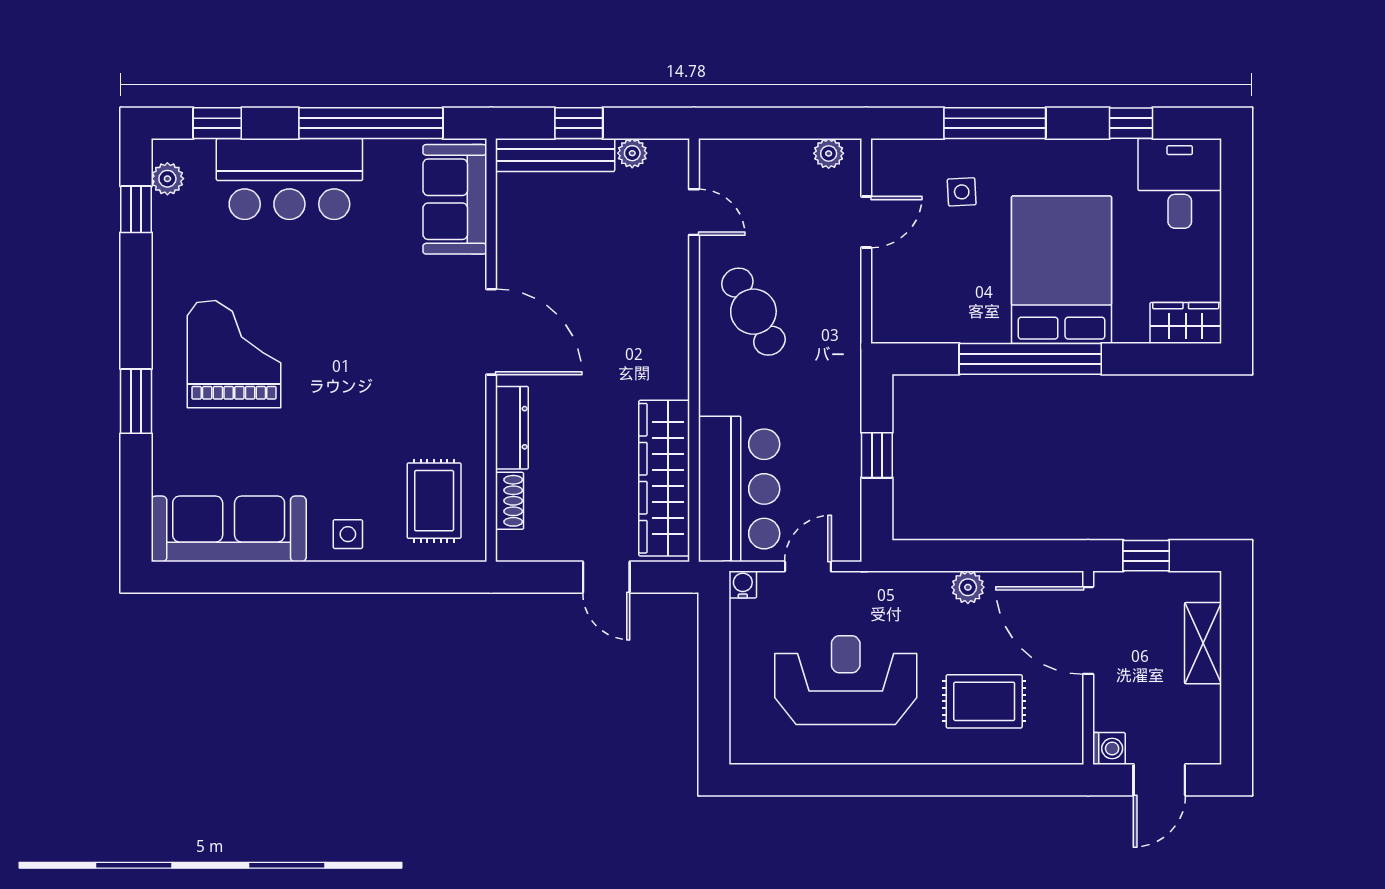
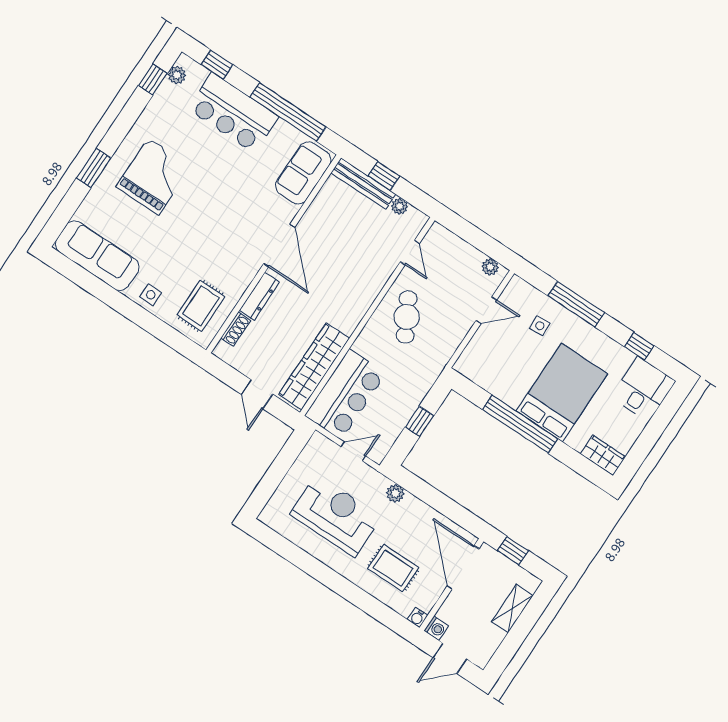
water cooler: (743, 585) -> (418, 617), moved, turned 180
plant: (968, 587) -> (395, 493), moved

